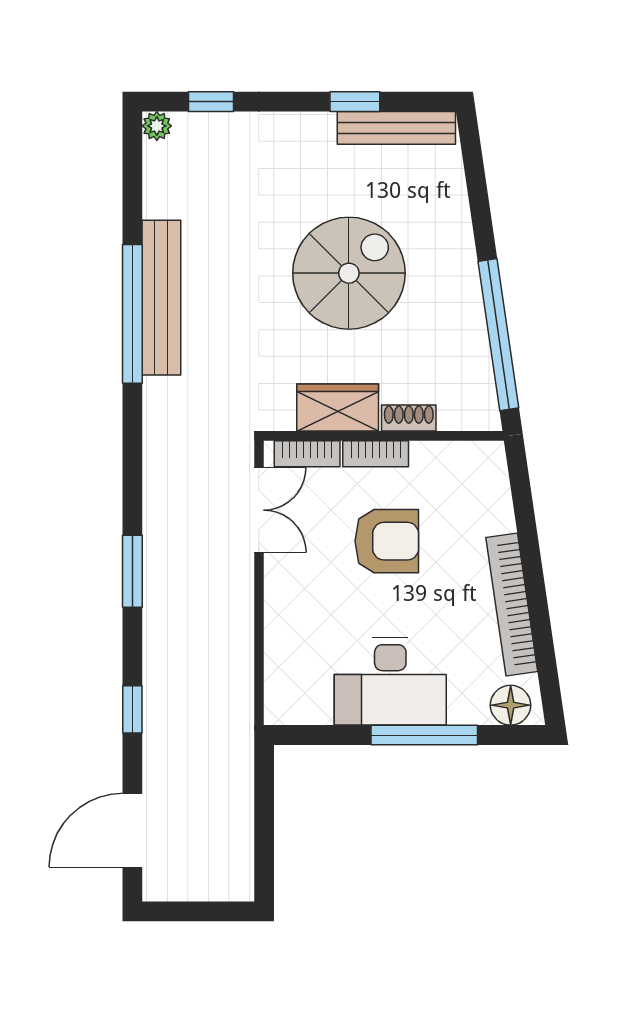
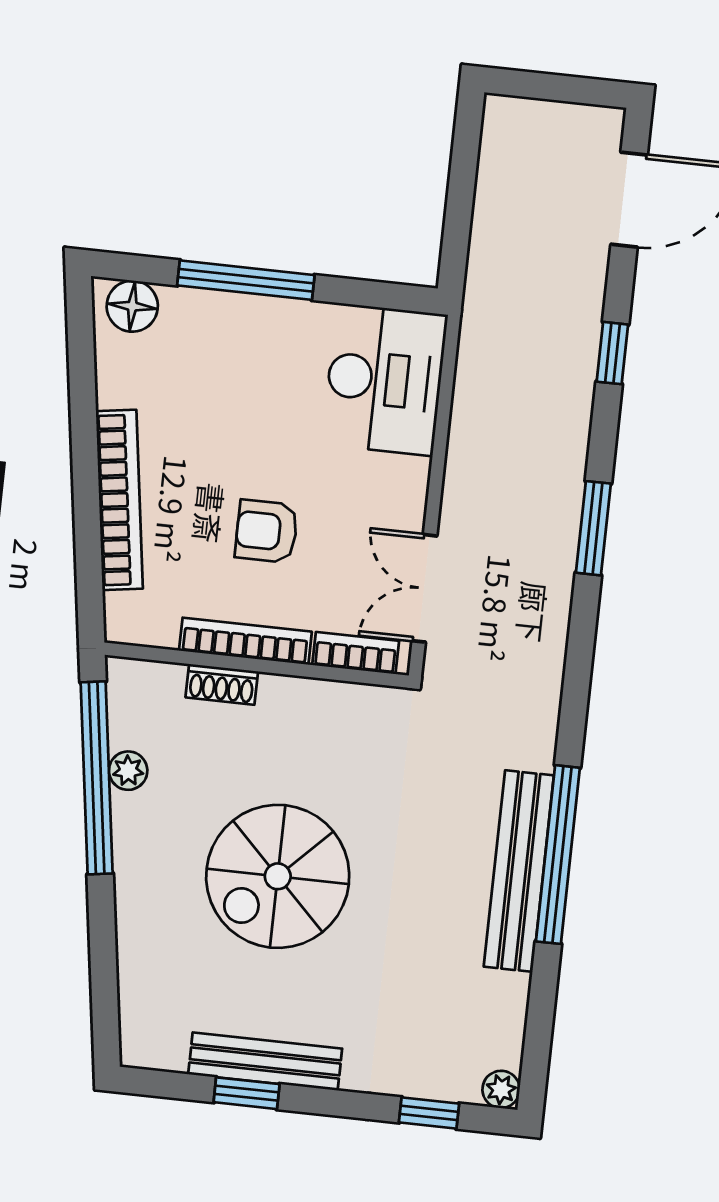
bench: (396, 128) -> (265, 1061), moved
plant: (474, 343) -> (128, 771), added
wardrobe: (338, 408) -> (310, 707), removed
bookcase: (376, 454) -> (245, 641), width x1.56
armchair: (387, 541) -> (267, 531), width x0.72, depth x0.72
bookcase: (512, 605) -> (119, 500), moved
desk: (390, 681) -> (385, 380), moved, turned 90

